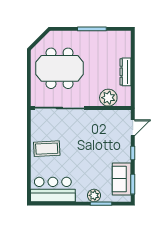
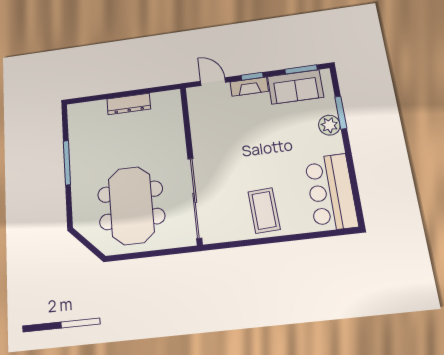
plant: (108, 98) -> (170, 124), removed
fireplace: (126, 150) -> (249, 87), added

